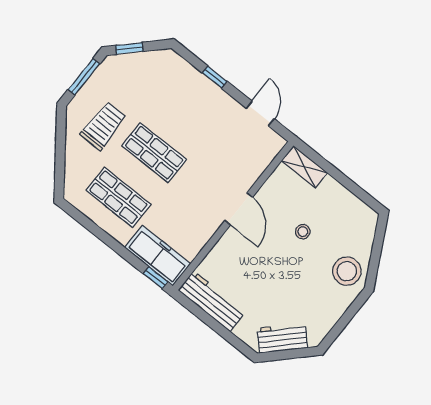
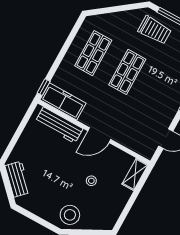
trolley: (103, 126) -> (155, 30), moved
freezer: (158, 256) -> (63, 101), moved, turned -90
workbench: (212, 301) -> (59, 125), moved, turned 90

